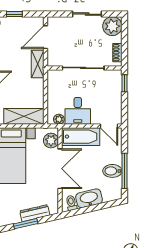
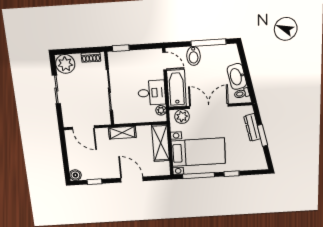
window: (14, 14) -> (65, 157), removed
shelving: (38, 64) -> (122, 133), moved
door: (109, 126) -> (164, 61), hinge flipped
bidet: (112, 171) -> (193, 56), moved

